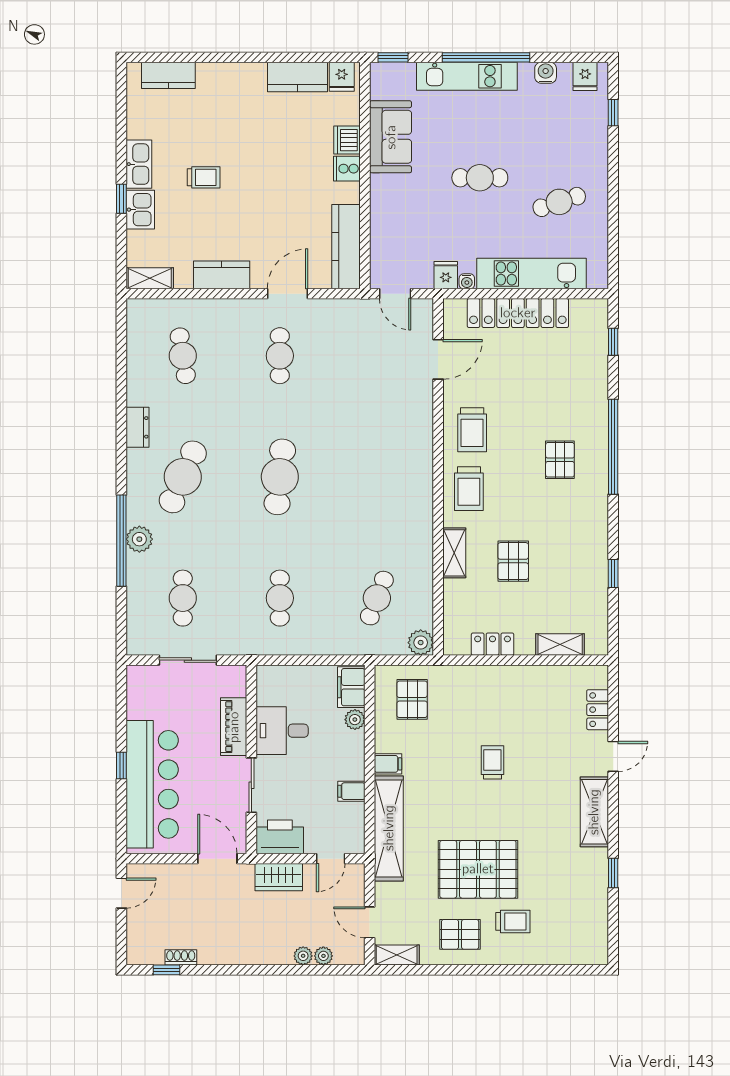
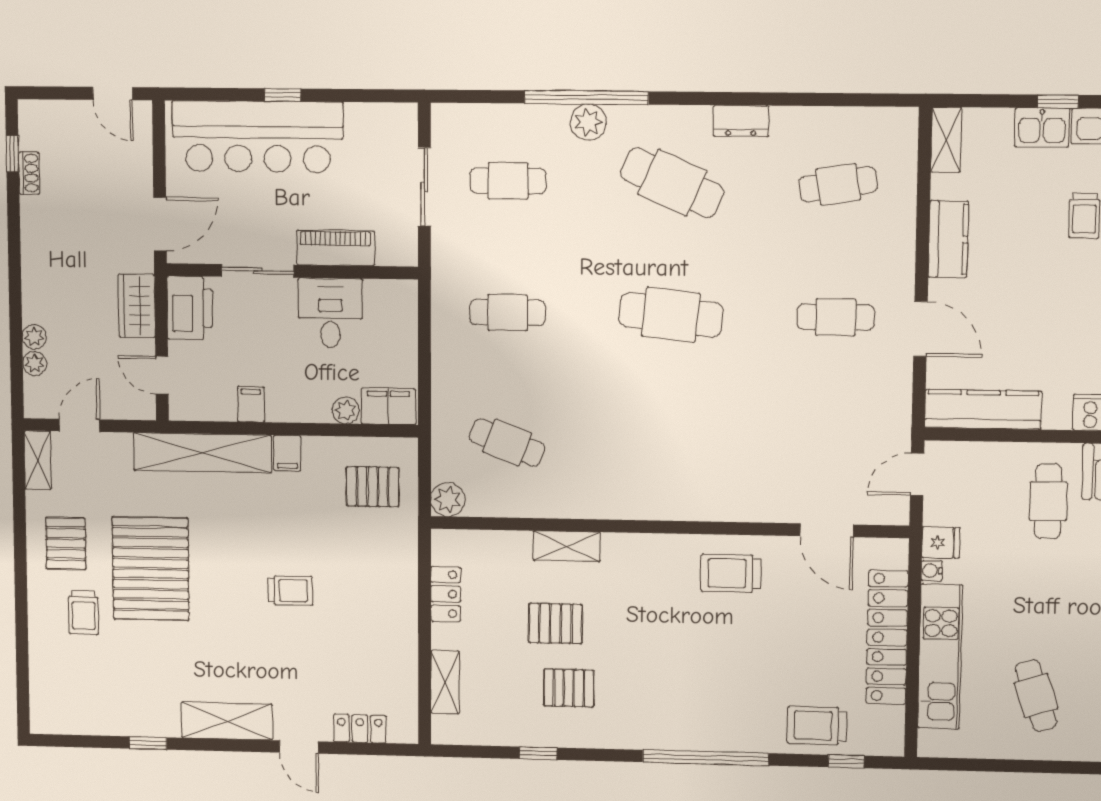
cafe table: (480, 178) -> (1048, 501), moved
pallet: (560, 460) -> (569, 688), moved
trolley: (469, 489) -> (817, 726), moved

